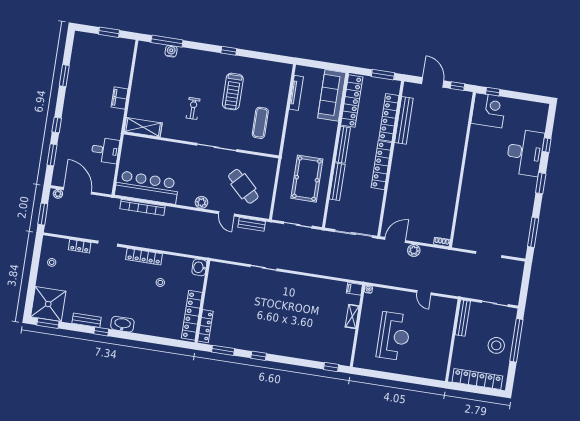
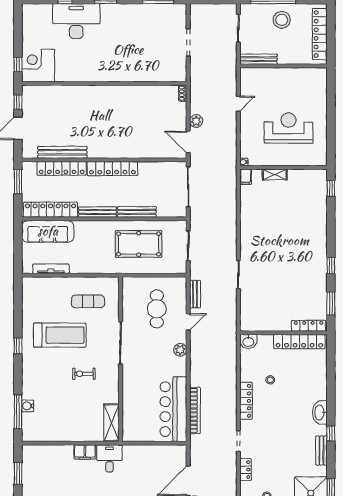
treadmill: (233, 92) -> (60, 335), width x1.37, depth x1.38
desk: (105, 150) -> (109, 458), moved
cafe table: (243, 186) -> (157, 309), turned -44

